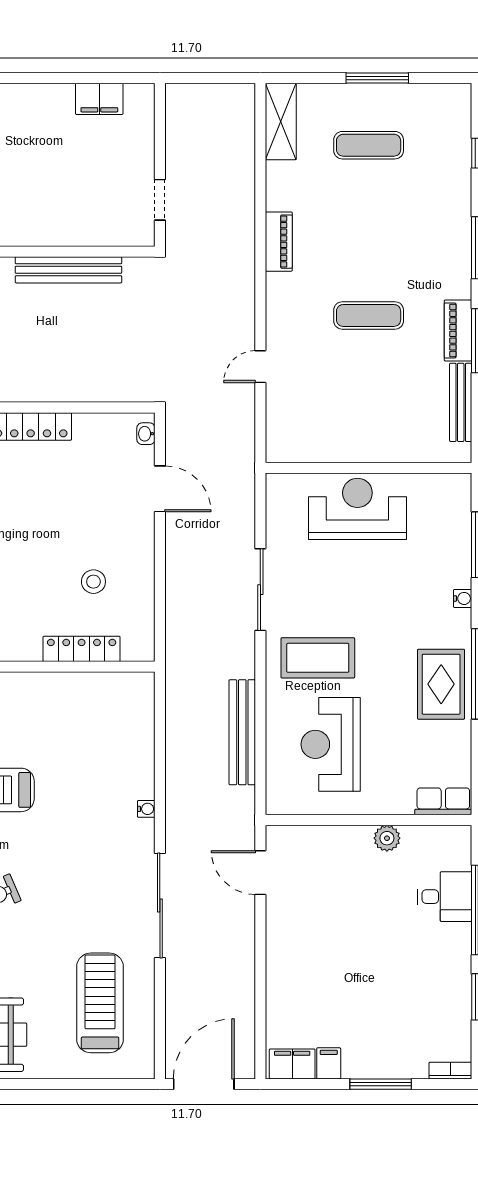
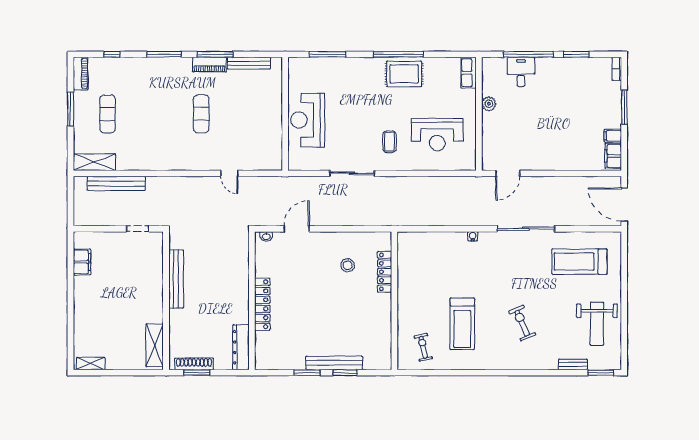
piano: (279, 242) -> (81, 73), moved, turned 90
water cooler: (463, 598) -> (357, 62), removed
coffee table: (318, 658) -> (390, 142), width x0.54, depth x0.58
bench: (242, 732) -> (116, 183), moved

